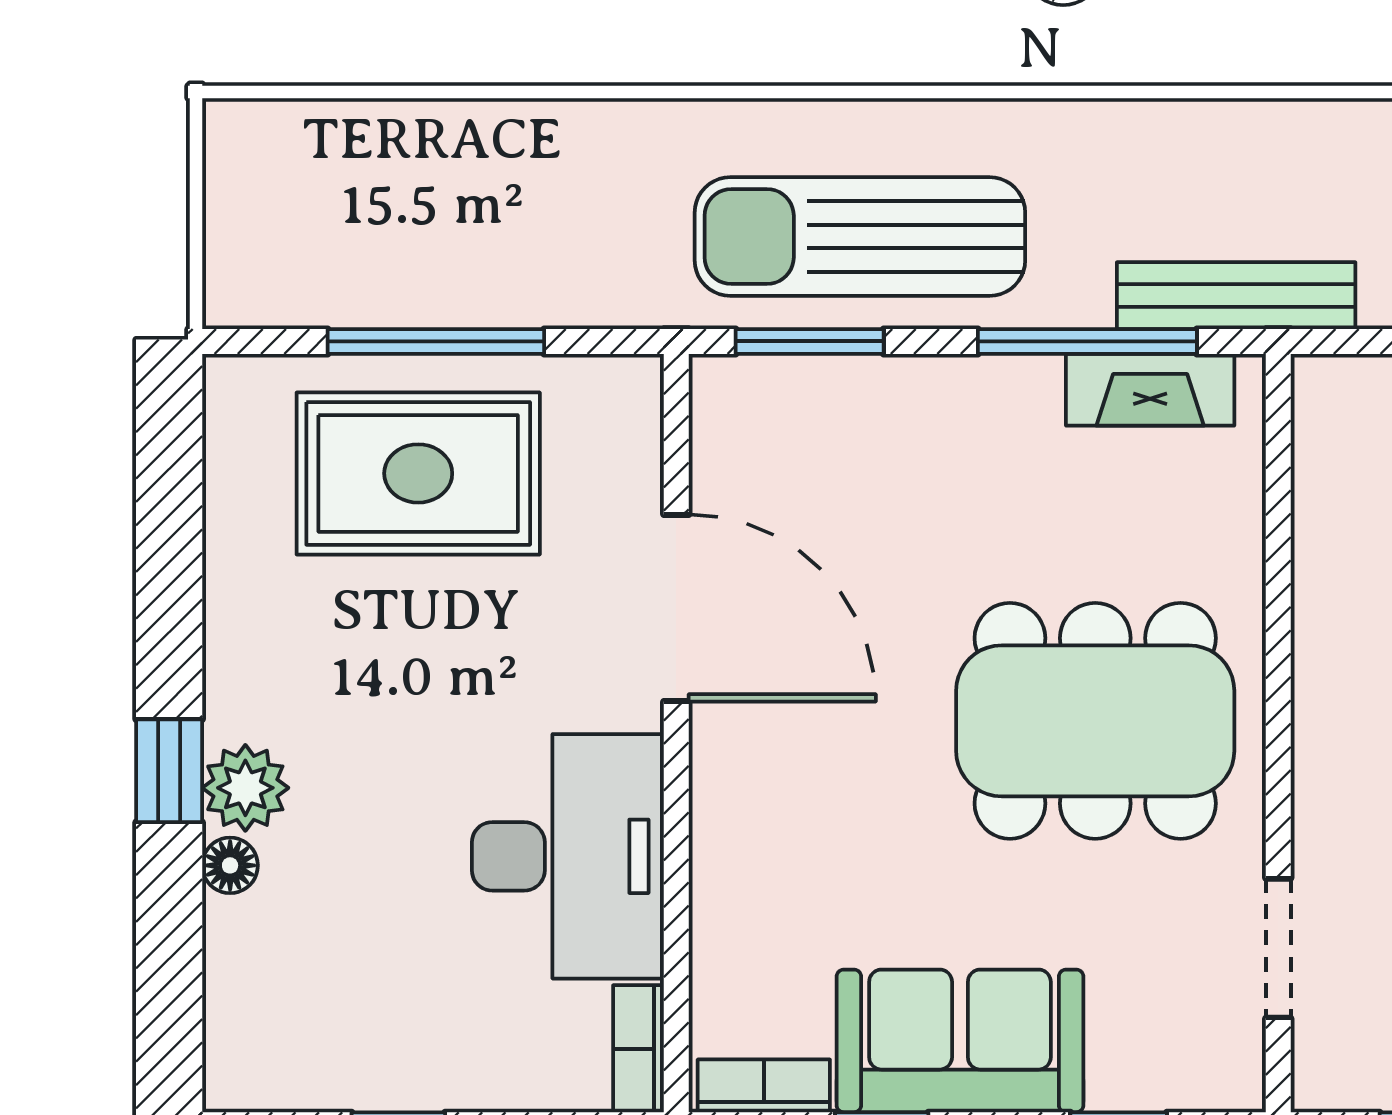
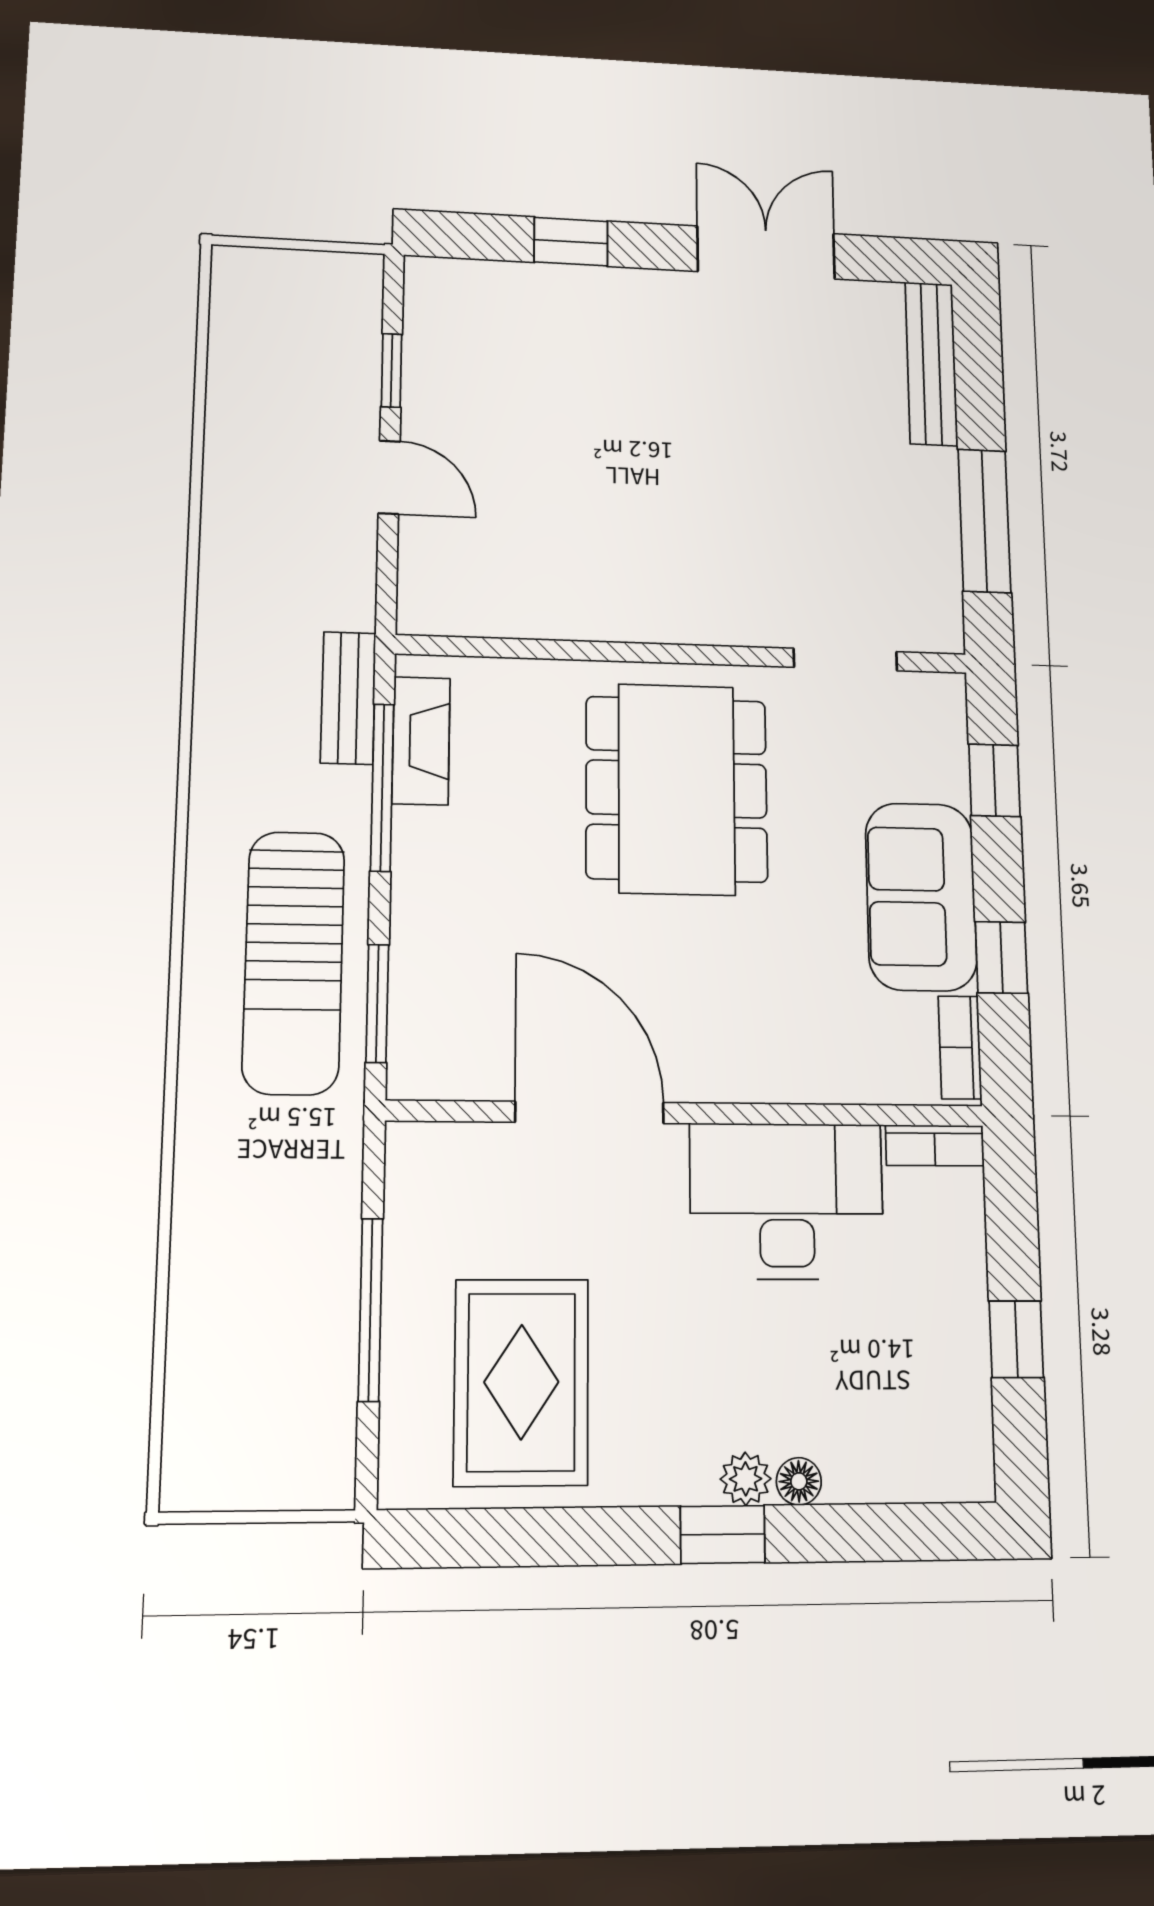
bench: (1236, 296) -> (348, 698), width x0.73
rug: (418, 473) -> (521, 1382), moved
door: (676, 608) -> (590, 1112), hinge flipped
plant: (245, 788) -> (746, 1479), width x0.73, depth x0.73

